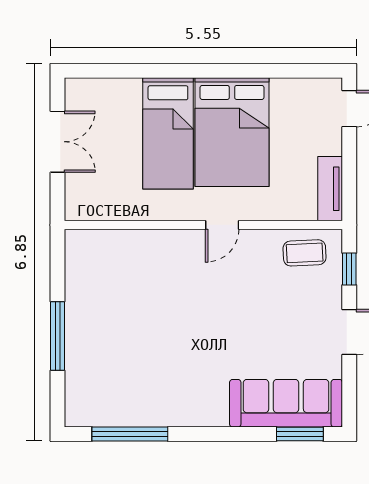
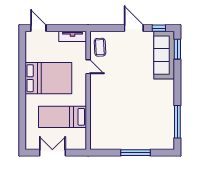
bed: (168, 133) -> (63, 117), moved, turned 180
door: (222, 225) -> (88, 67), moved
window: (349, 269) -> (159, 28), moved

